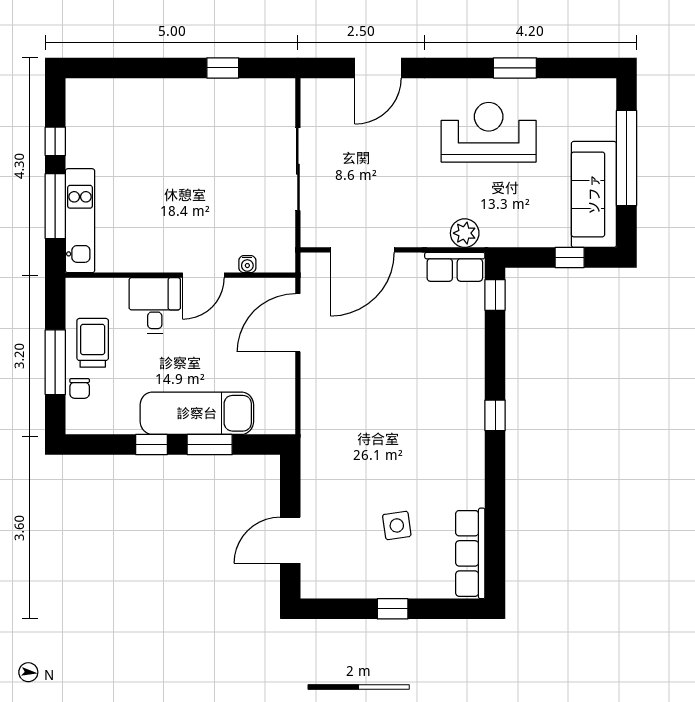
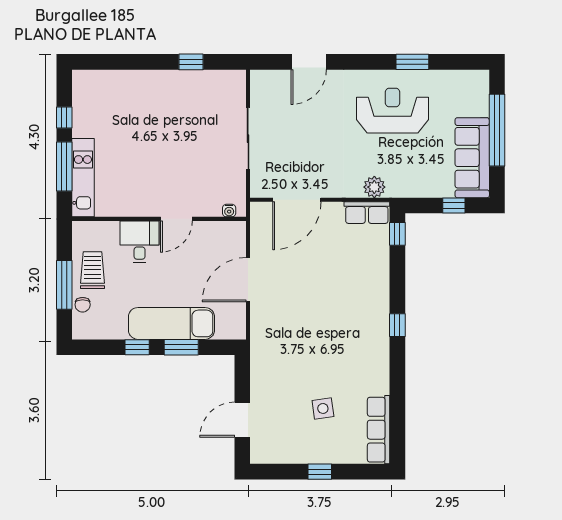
water cooler: (247, 264) -> (229, 211), moved
door: (298, 323) -> (248, 280), moved

